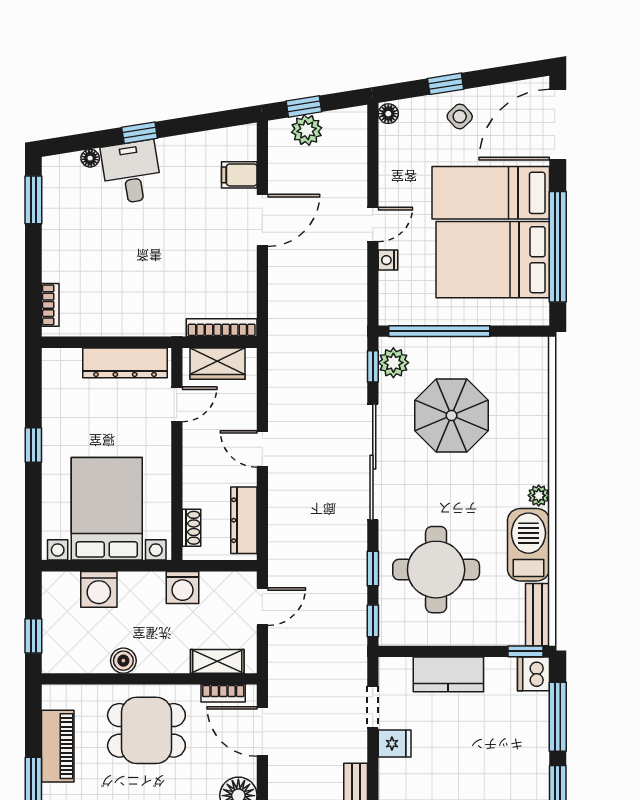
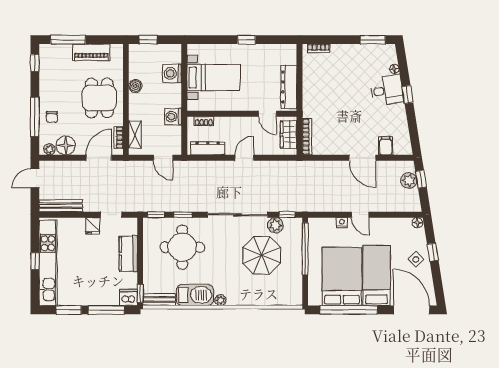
plant: (393, 363) -> (275, 225), moved
bed with nightstands: (107, 509) -> (214, 77), width x0.73

